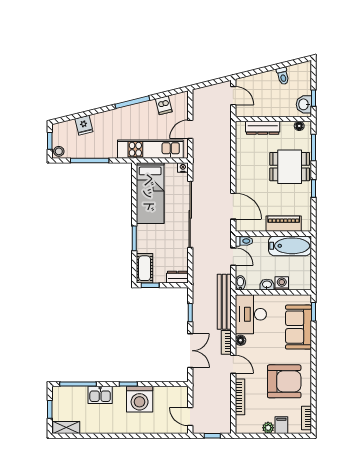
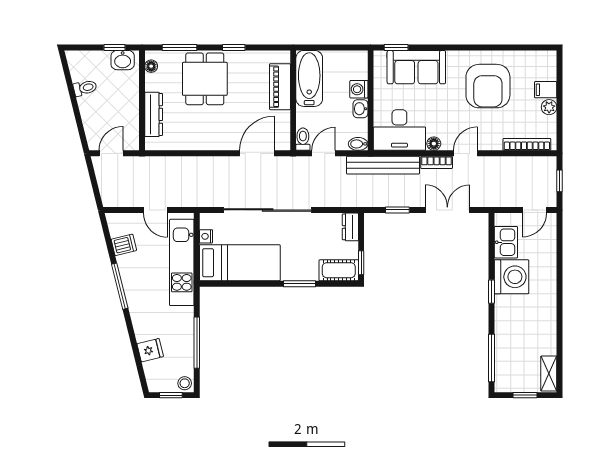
nightstand: (183, 168) -> (206, 236), moved
armchair: (284, 381) -> (488, 86), turned 180
kitchen sink: (100, 395) -> (506, 242), moved
bookcase: (240, 397) -> (527, 144), moved
bookcase: (306, 418) -> (536, 57), removed

